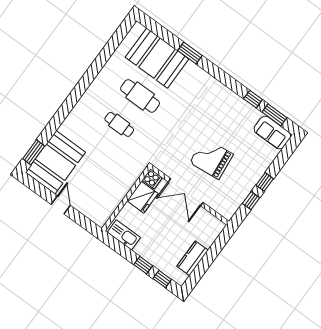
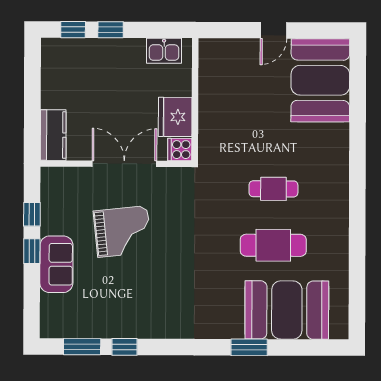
sofa: (272, 133) -> (56, 264), moved, turned 90
window: (34, 152) -> (358, 73), removed
door: (61, 205) -> (273, 30), hinge flipped
kitchen sink: (124, 235) -> (164, 51), width x0.73
kitchen counter: (193, 258) -> (53, 135), moved

